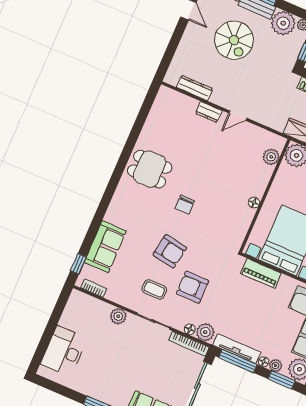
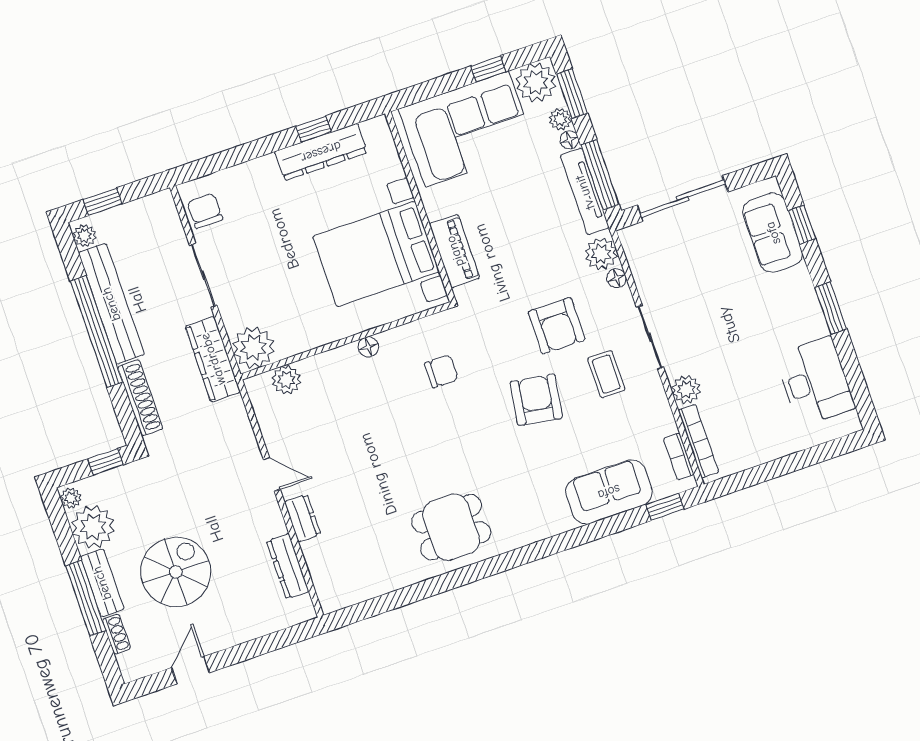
dining table: (150, 169) -> (451, 527), turned 90
chair: (185, 205) -> (441, 371), moved
bookcase: (189, 344) -> (698, 441), moved
desk: (64, 351) -> (815, 381), moved, turned -90

